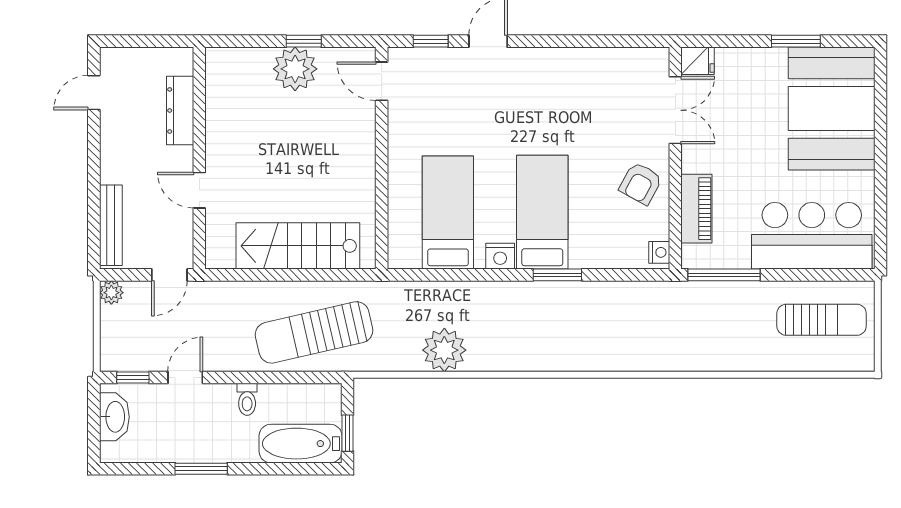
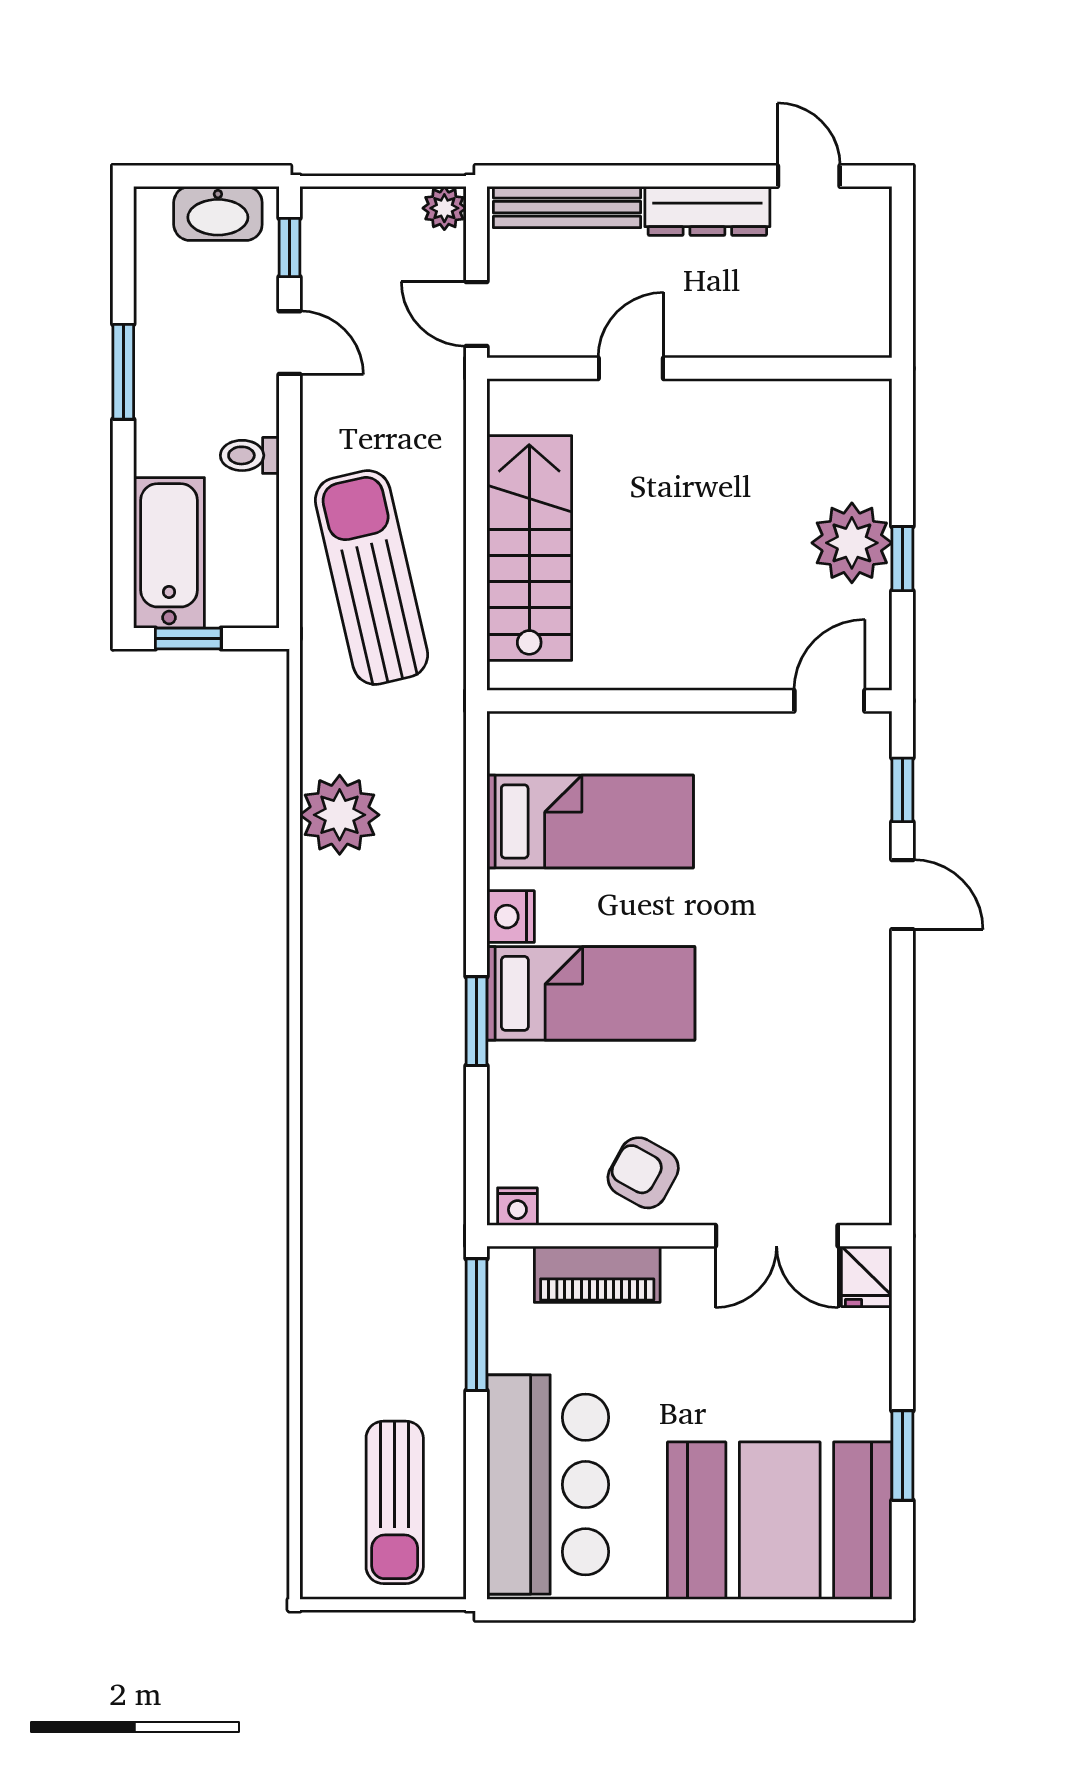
dresser: (180, 110) -> (707, 211), moved, turned 180

